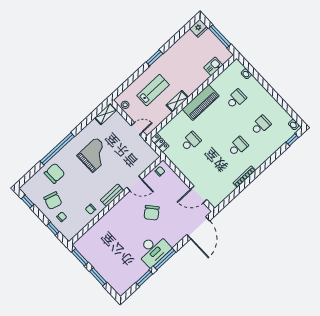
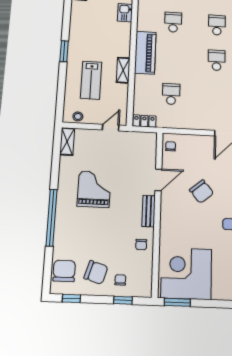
lab bench: (153, 90) -> (91, 80), turned 180
chair: (55, 173) -> (64, 271), moved
corner desk: (99, 247) -> (186, 273), added
window: (98, 277) -> (214, 304), removed

